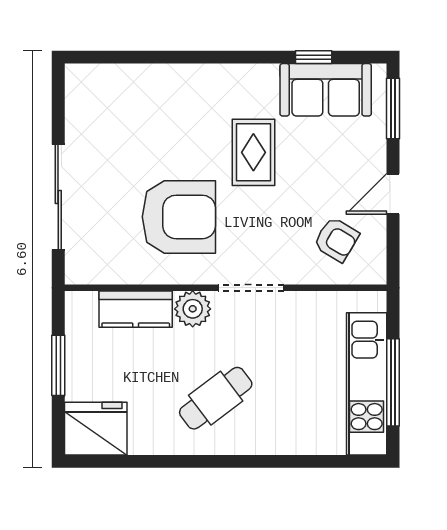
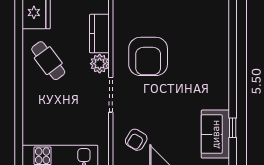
rug: (253, 152) -> (182, 96), removed
cafe table: (216, 398) -> (48, 61), moved

